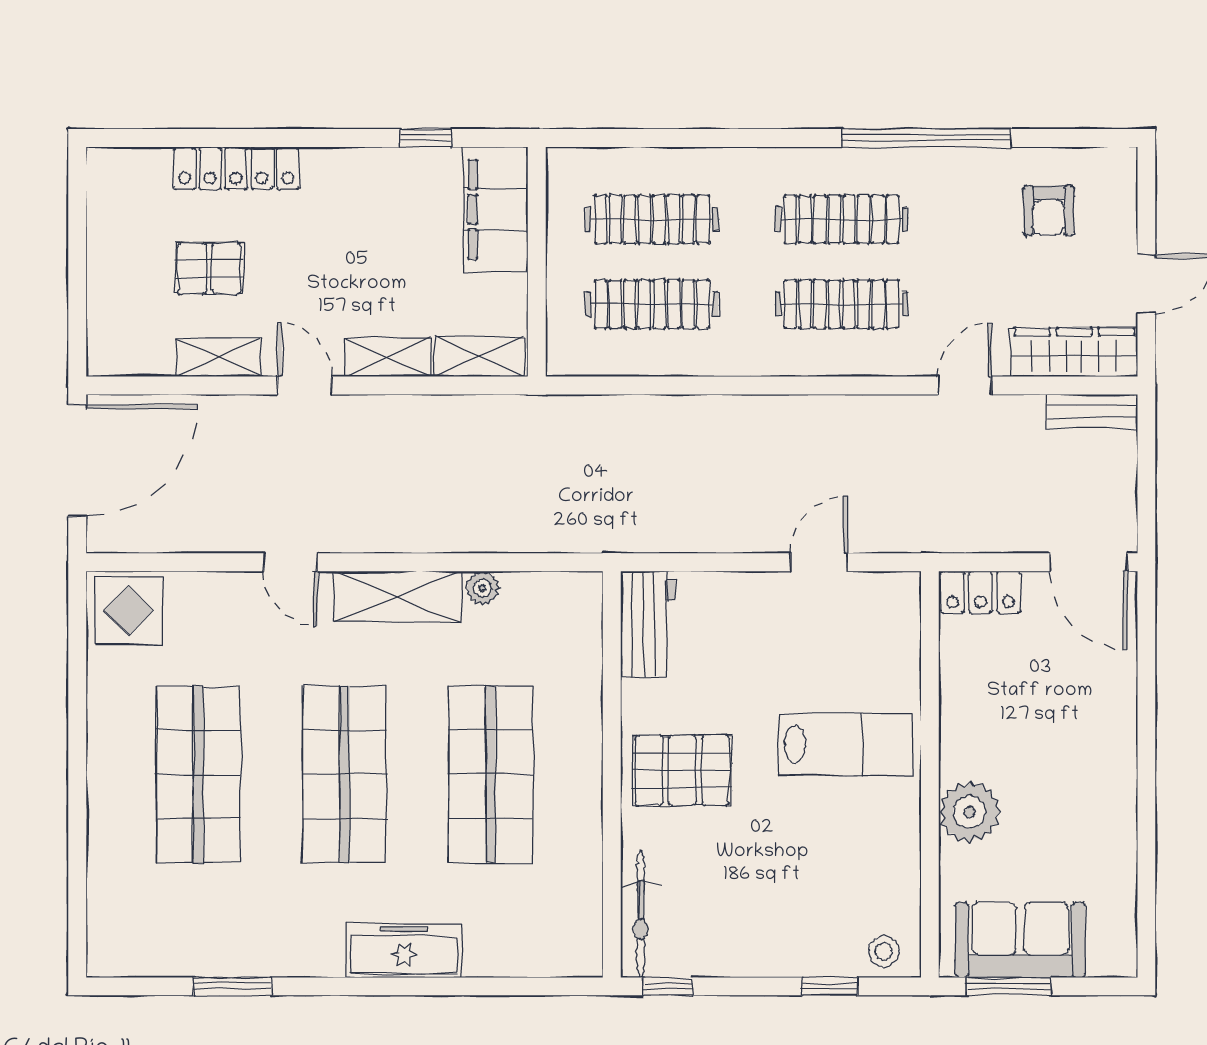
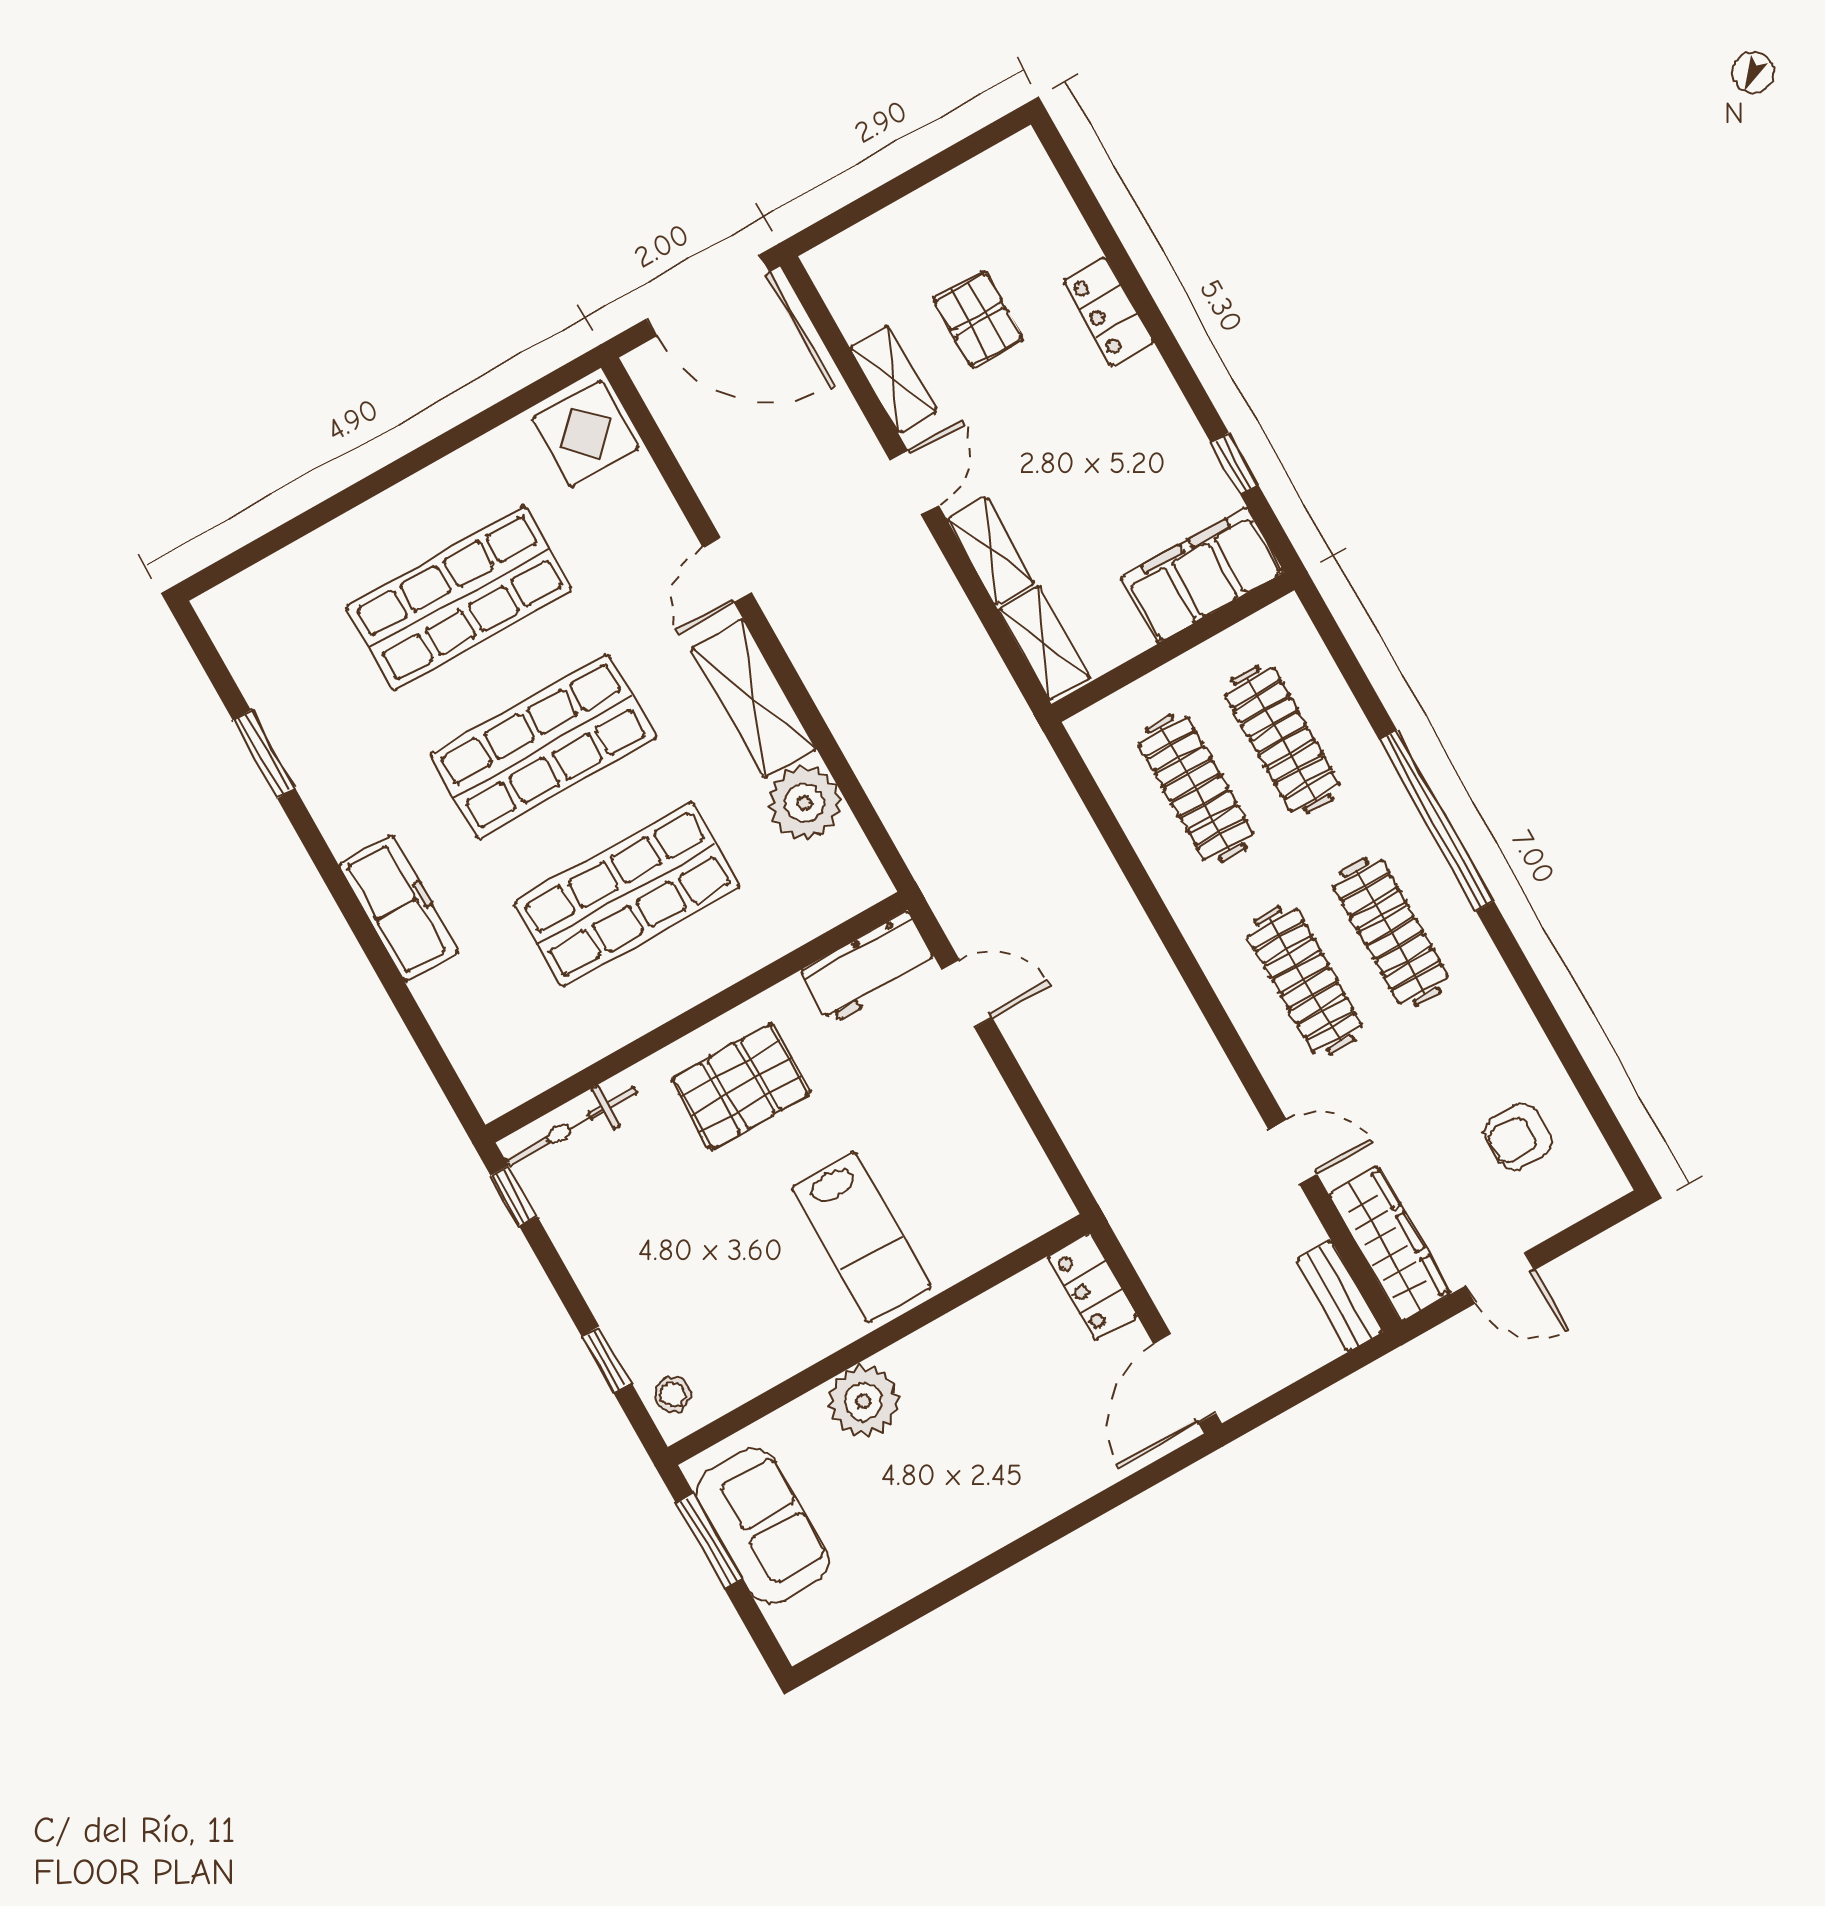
window: (927, 138) -> (1437, 821), moved
locker: (236, 168) -> (1108, 311), width x0.66
door: (819, 562) -> (967, 994), moved
plant: (482, 588) -> (804, 803), width x1.88, depth x1.88
pallet: (682, 770) -> (741, 1086), turned 90

